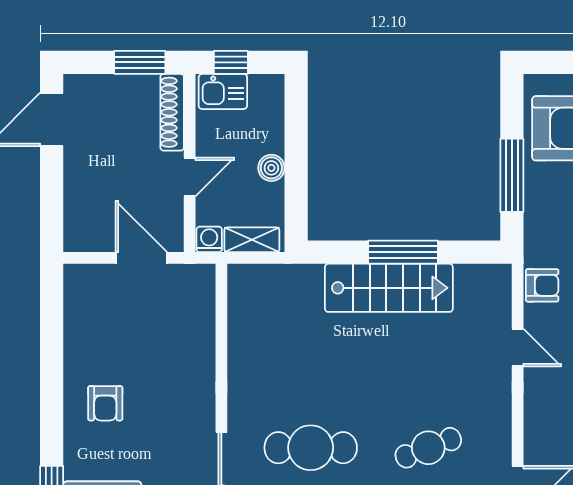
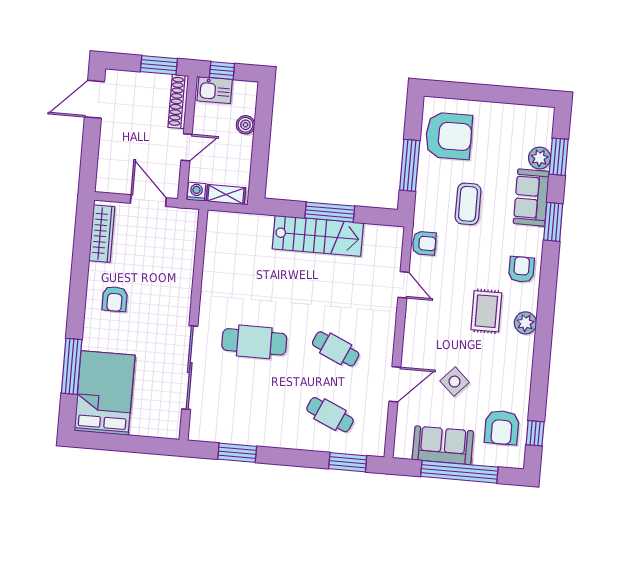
boiler: (271, 168) -> (245, 125), moved
wardrobe: (79, 311) -> (102, 234), added
cafe table: (428, 448) -> (336, 349), turned 45

